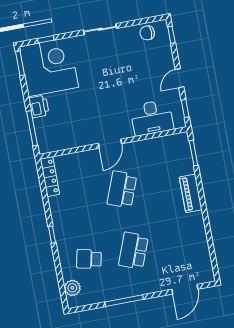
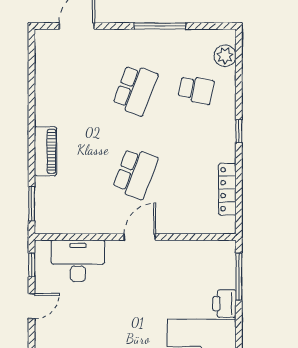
locker: (50, 177) -> (227, 189), moved

